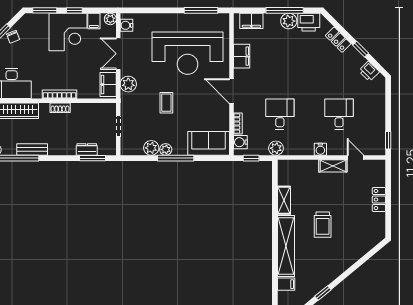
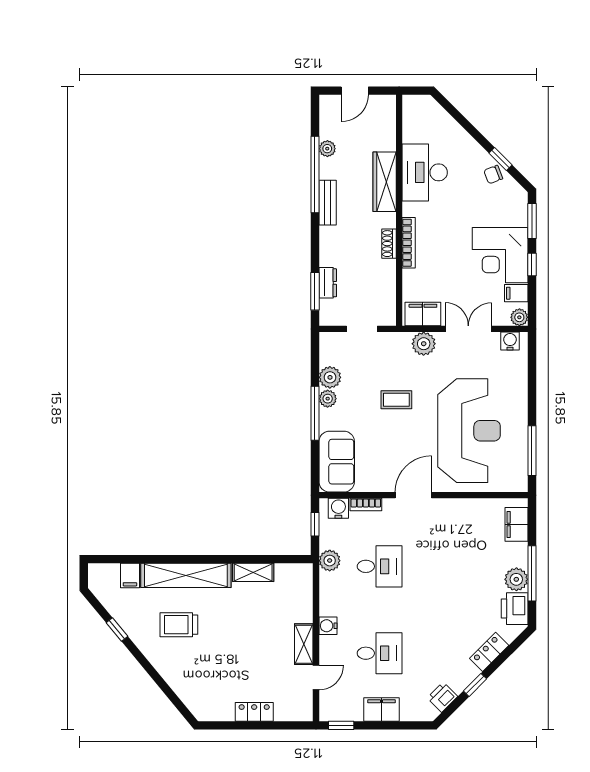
reception desk: (188, 53) -> (469, 431), turned 180
filing cabinet: (242, 56) -> (382, 710), moved, turned 180
trolley: (323, 225) -> (179, 625), moved

